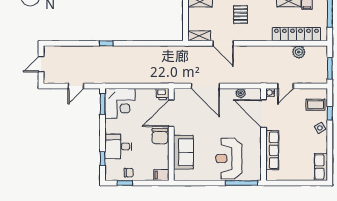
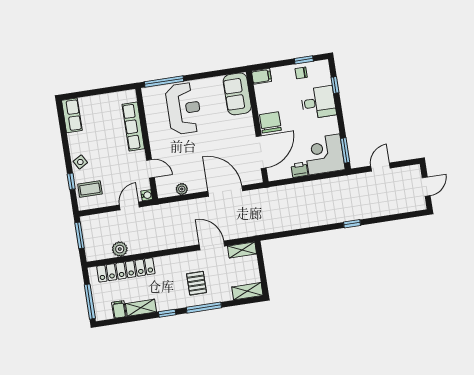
printer: (163, 94) -> (300, 170), moved
door: (264, 114) -> (151, 169), width x0.53
sofa: (183, 152) -> (237, 94), moved

